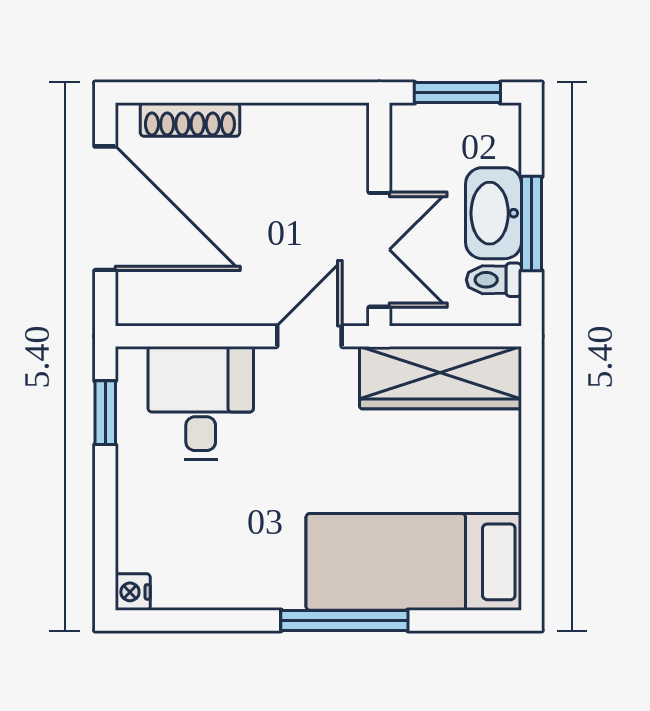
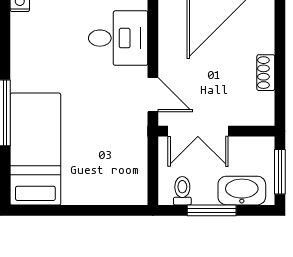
shoe rack: (190, 120) -> (266, 73), moved, width x0.70
washbasin: (494, 213) -> (242, 191), moved
wardrobe: (440, 378) -> (131, 163), removed

